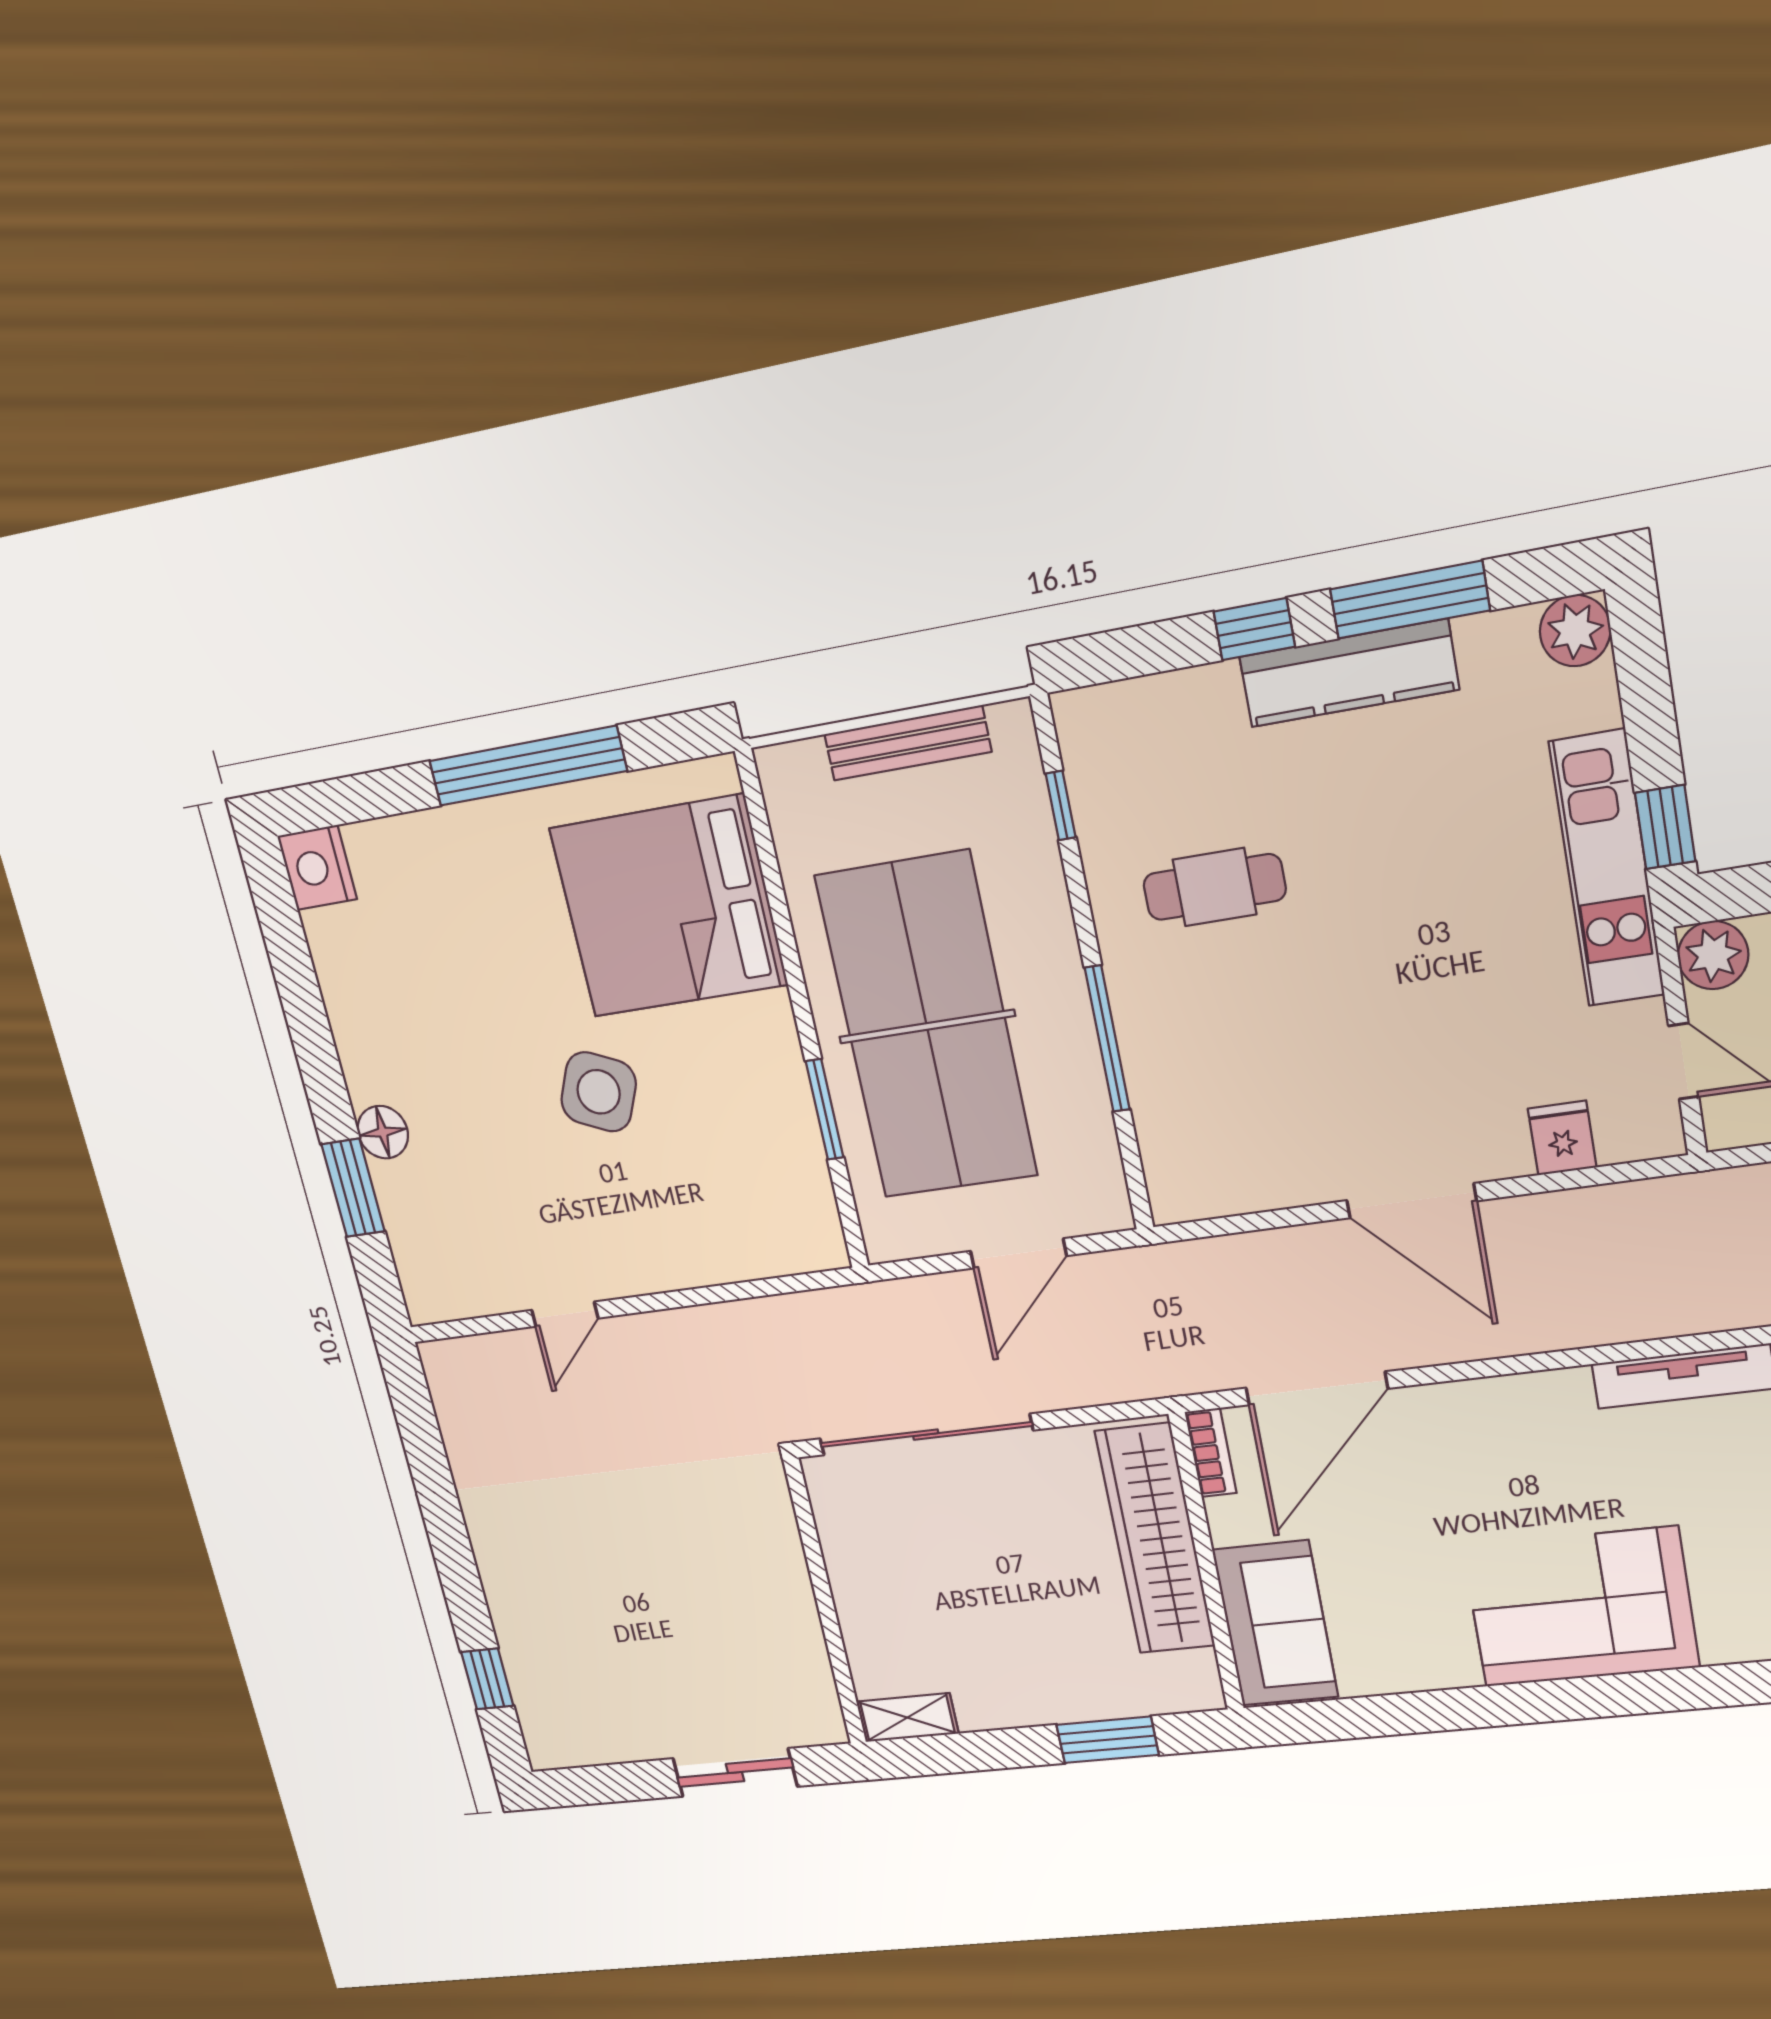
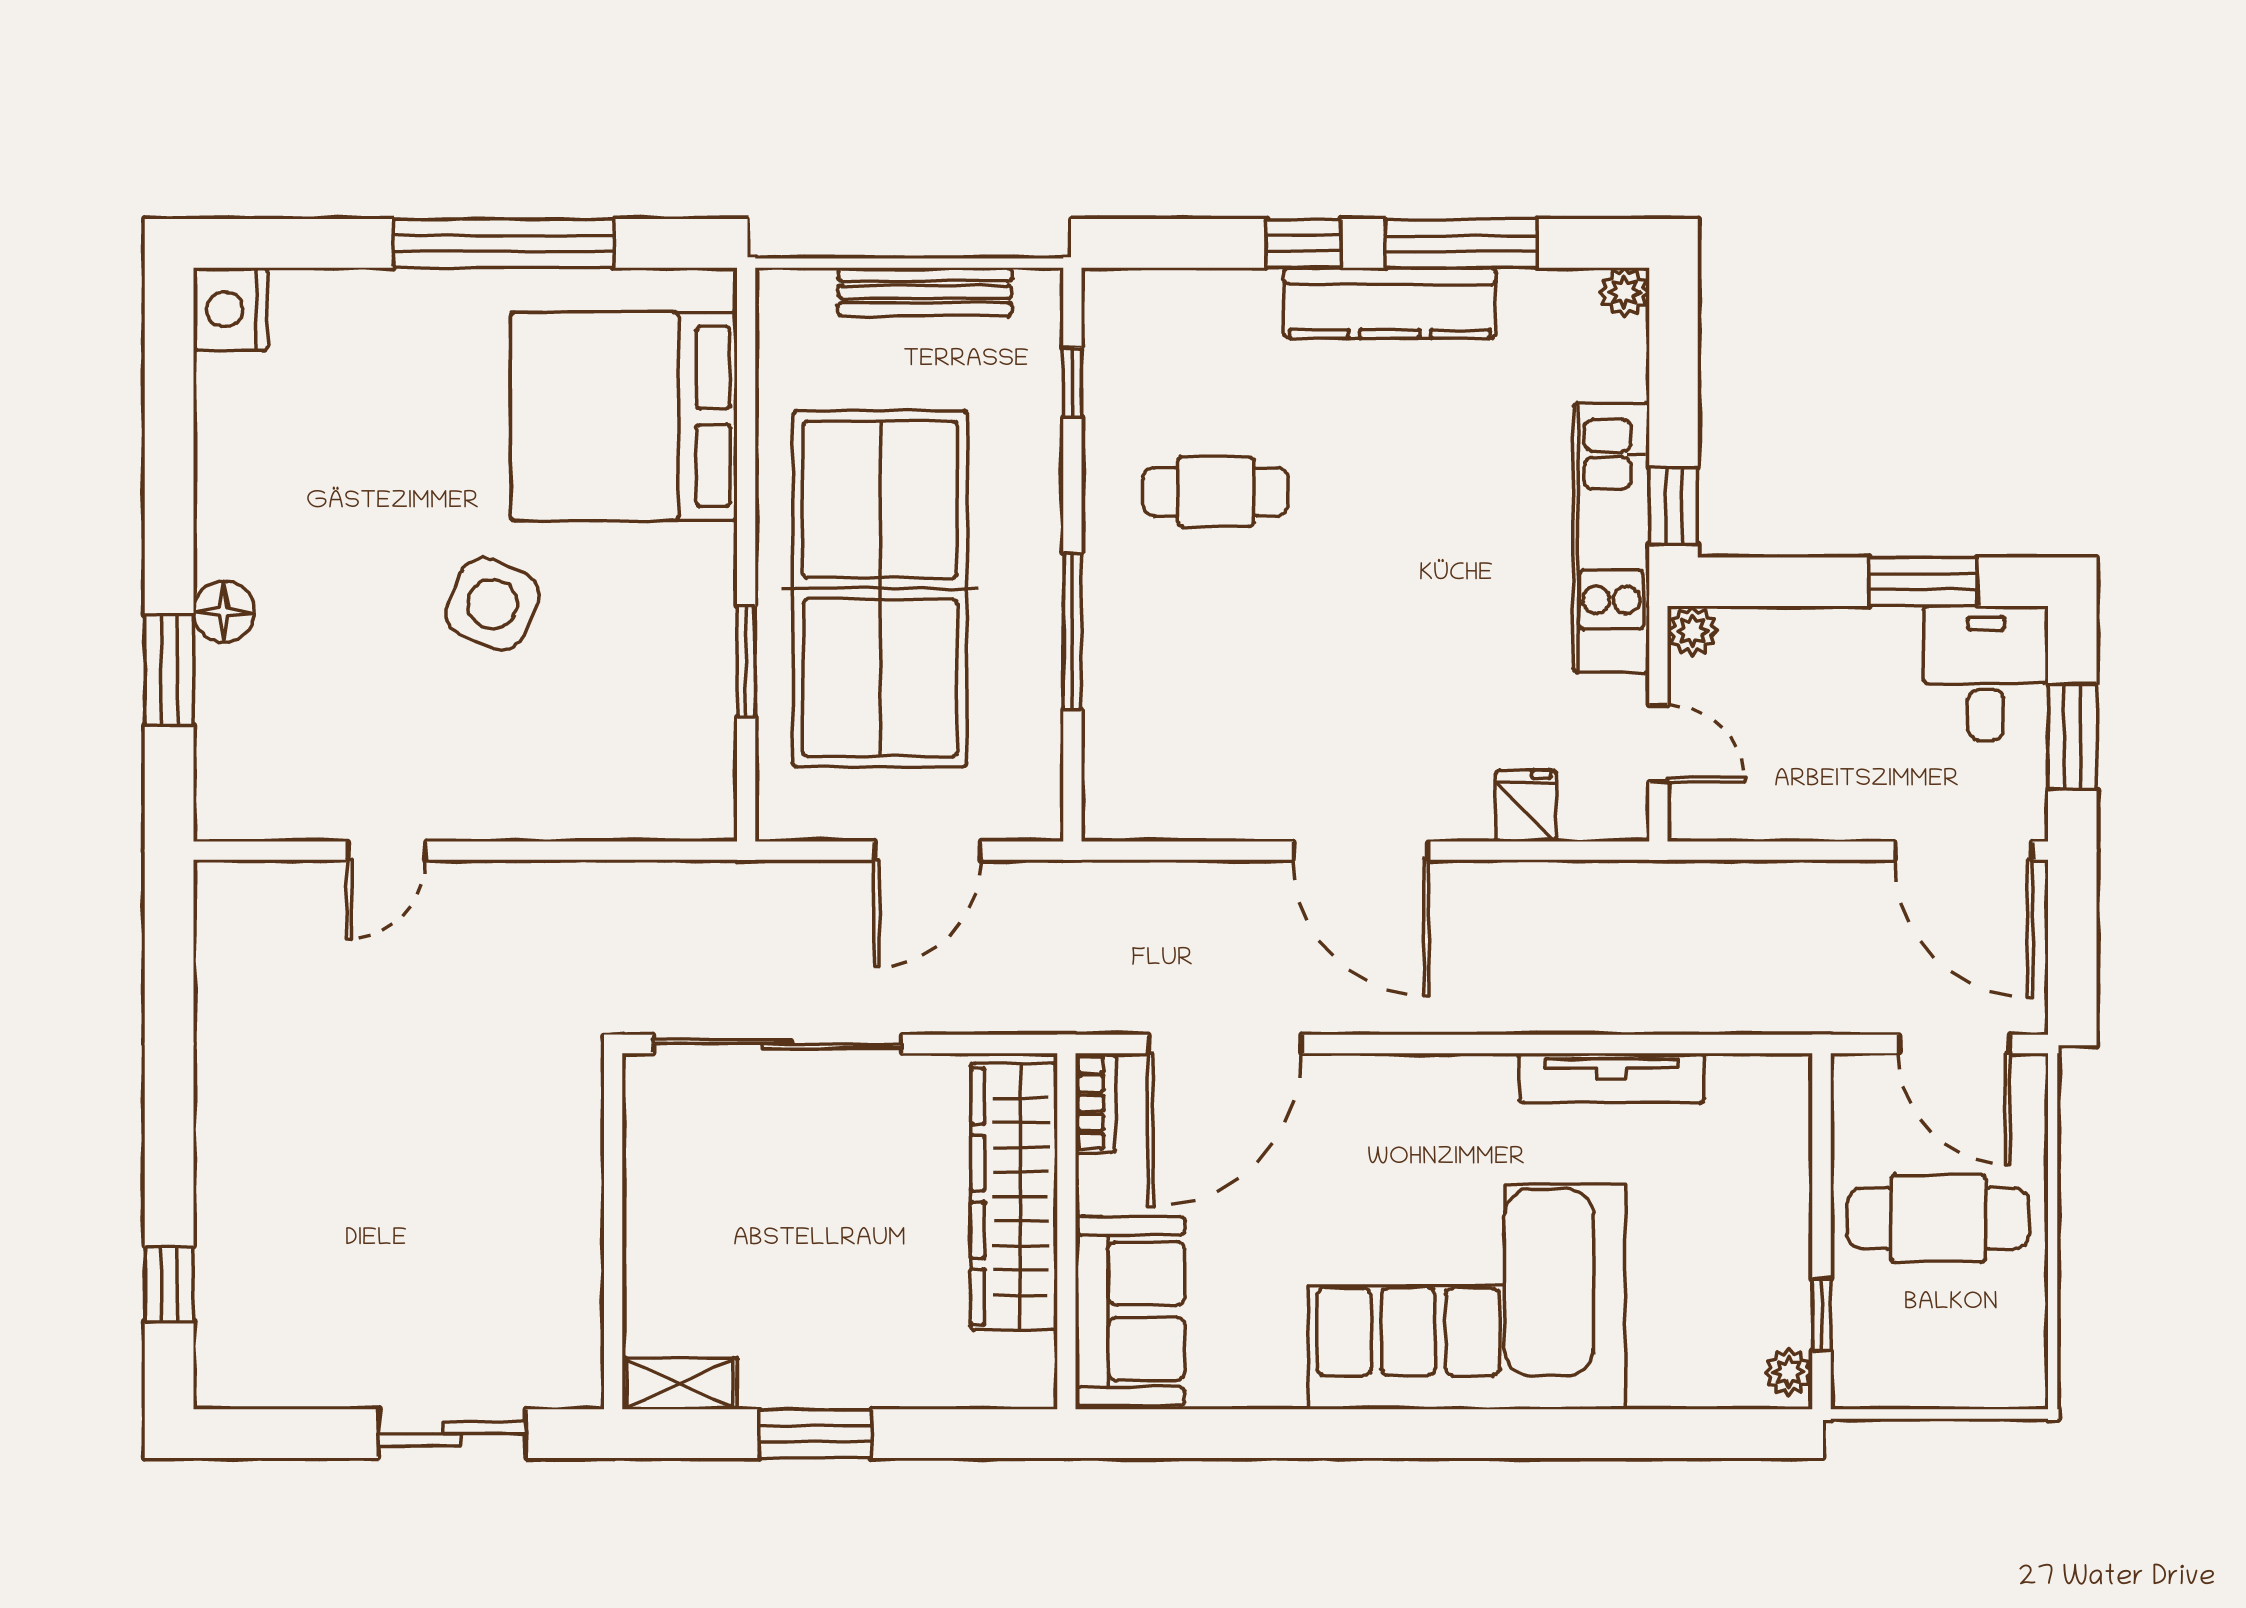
plant: (1575, 631) -> (1625, 292), width x0.73, depth x0.73
plant: (1713, 955) -> (1693, 631), width x0.73, depth x0.73
corner sofa: (1581, 1607) -> (1467, 1297), width x1.36, depth x1.36
window: (1108, 1740) -> (815, 1434), moved

